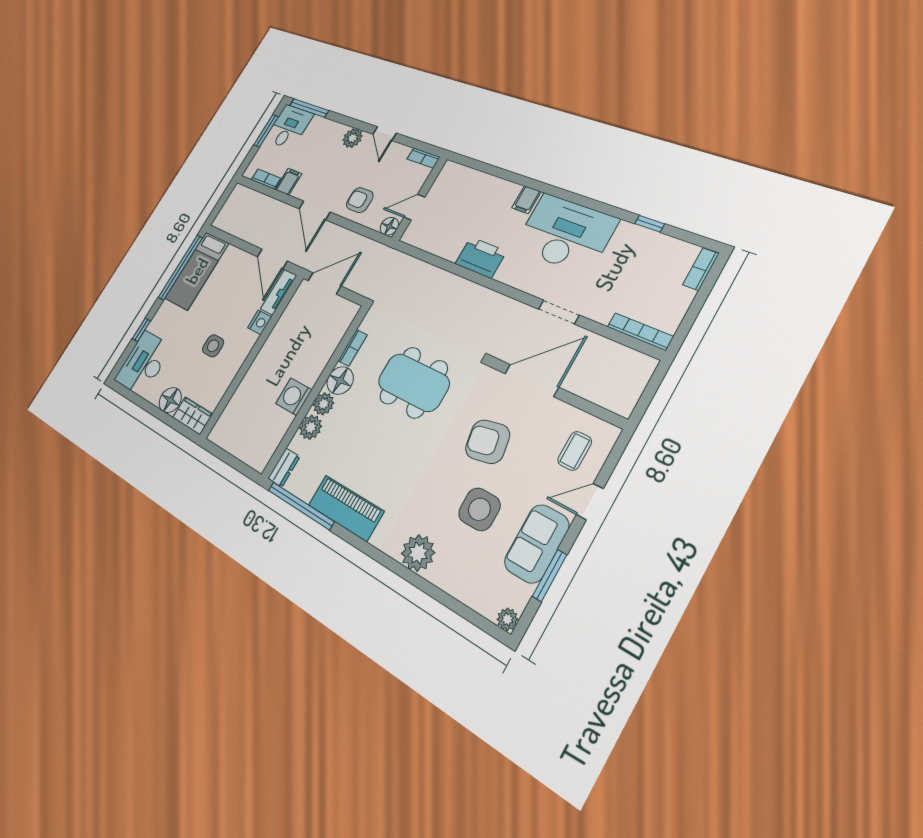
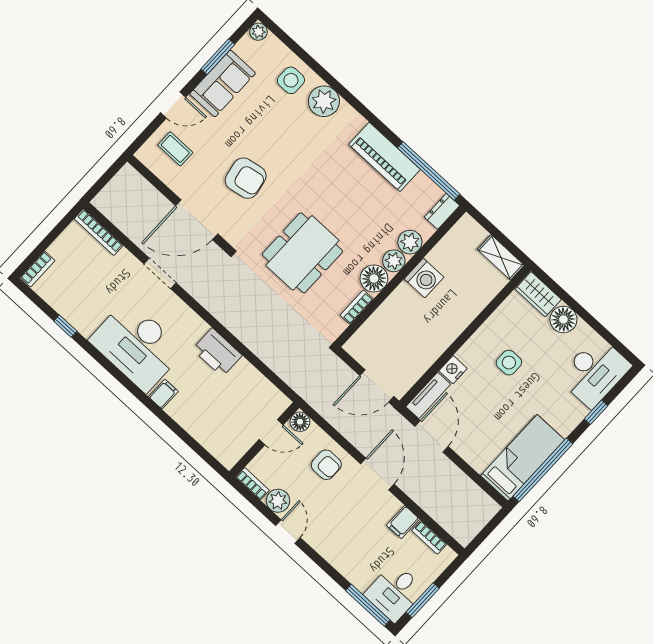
plant: (353, 138) -> (278, 501), moved
dining table: (414, 382) -> (302, 253), turned 90
shelving: (227, 439) -> (501, 257), added
coffee table: (575, 451) -> (175, 149), turned 90
side table: (479, 509) -> (291, 80), moved, width x0.73, depth x0.73

